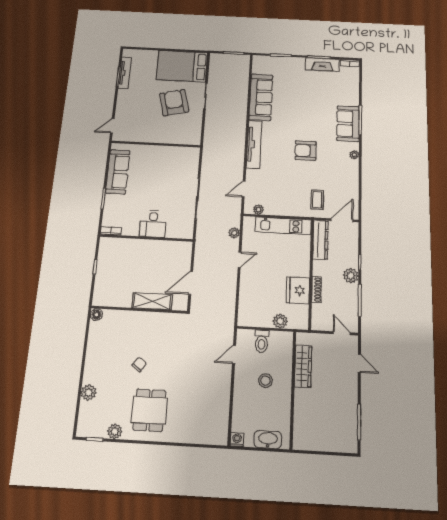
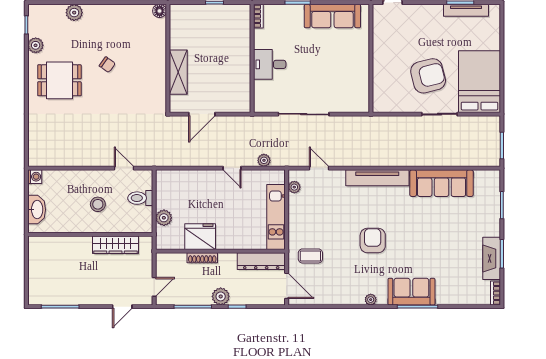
door: (191, 283) -> (202, 114), swing flipped

